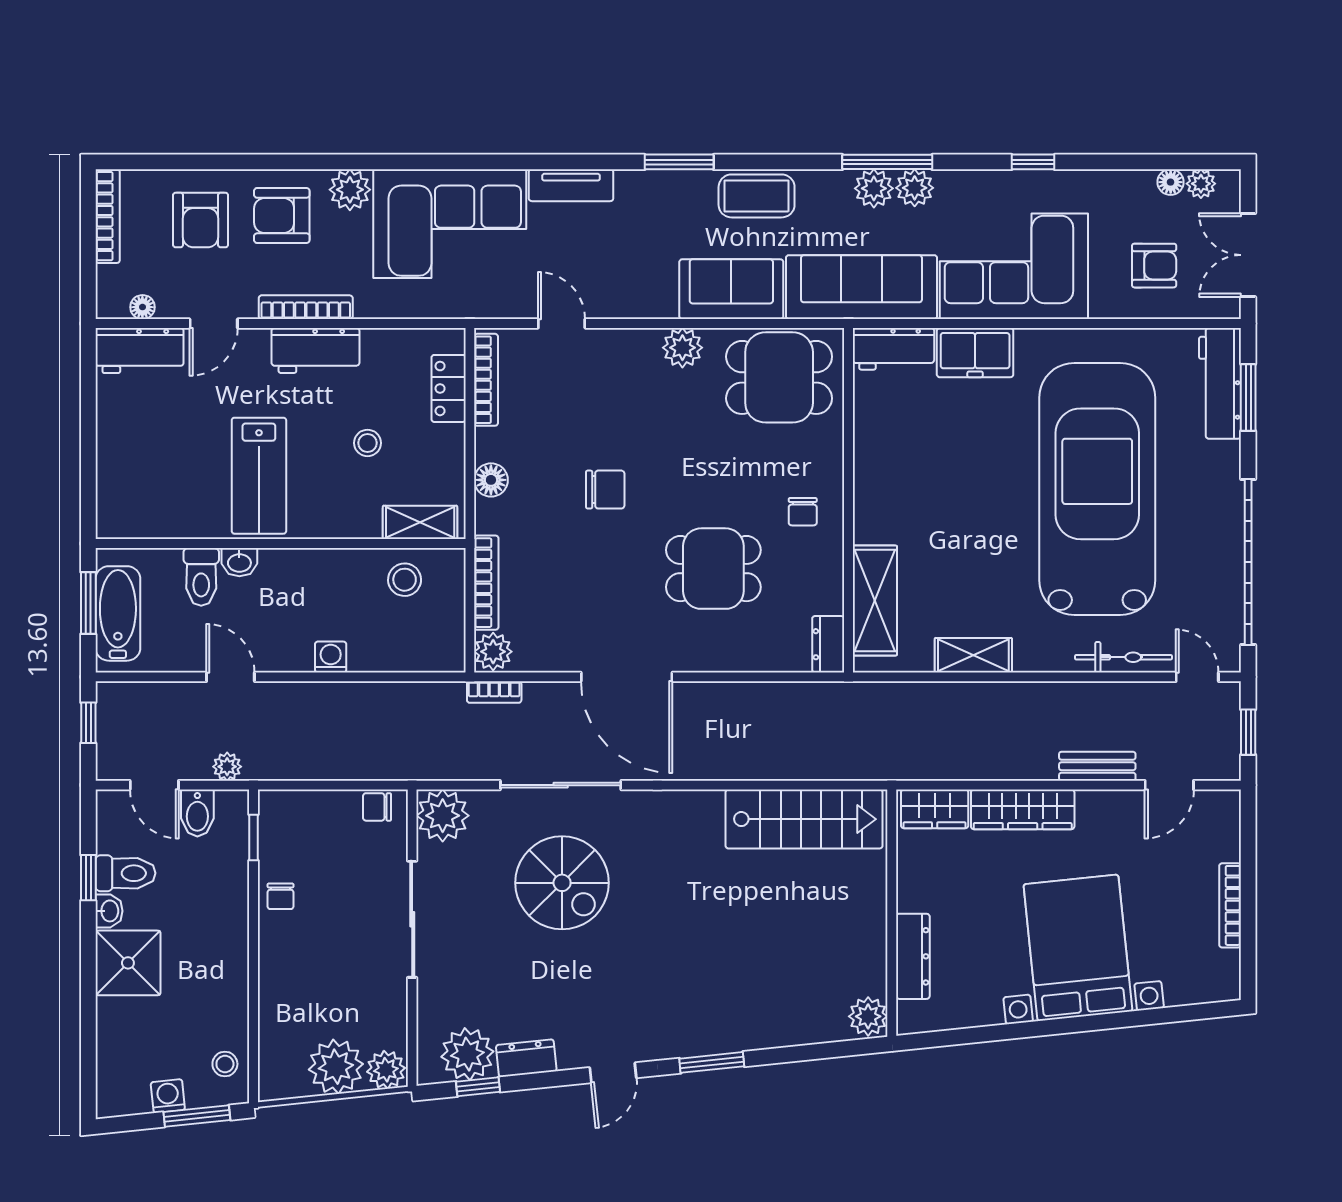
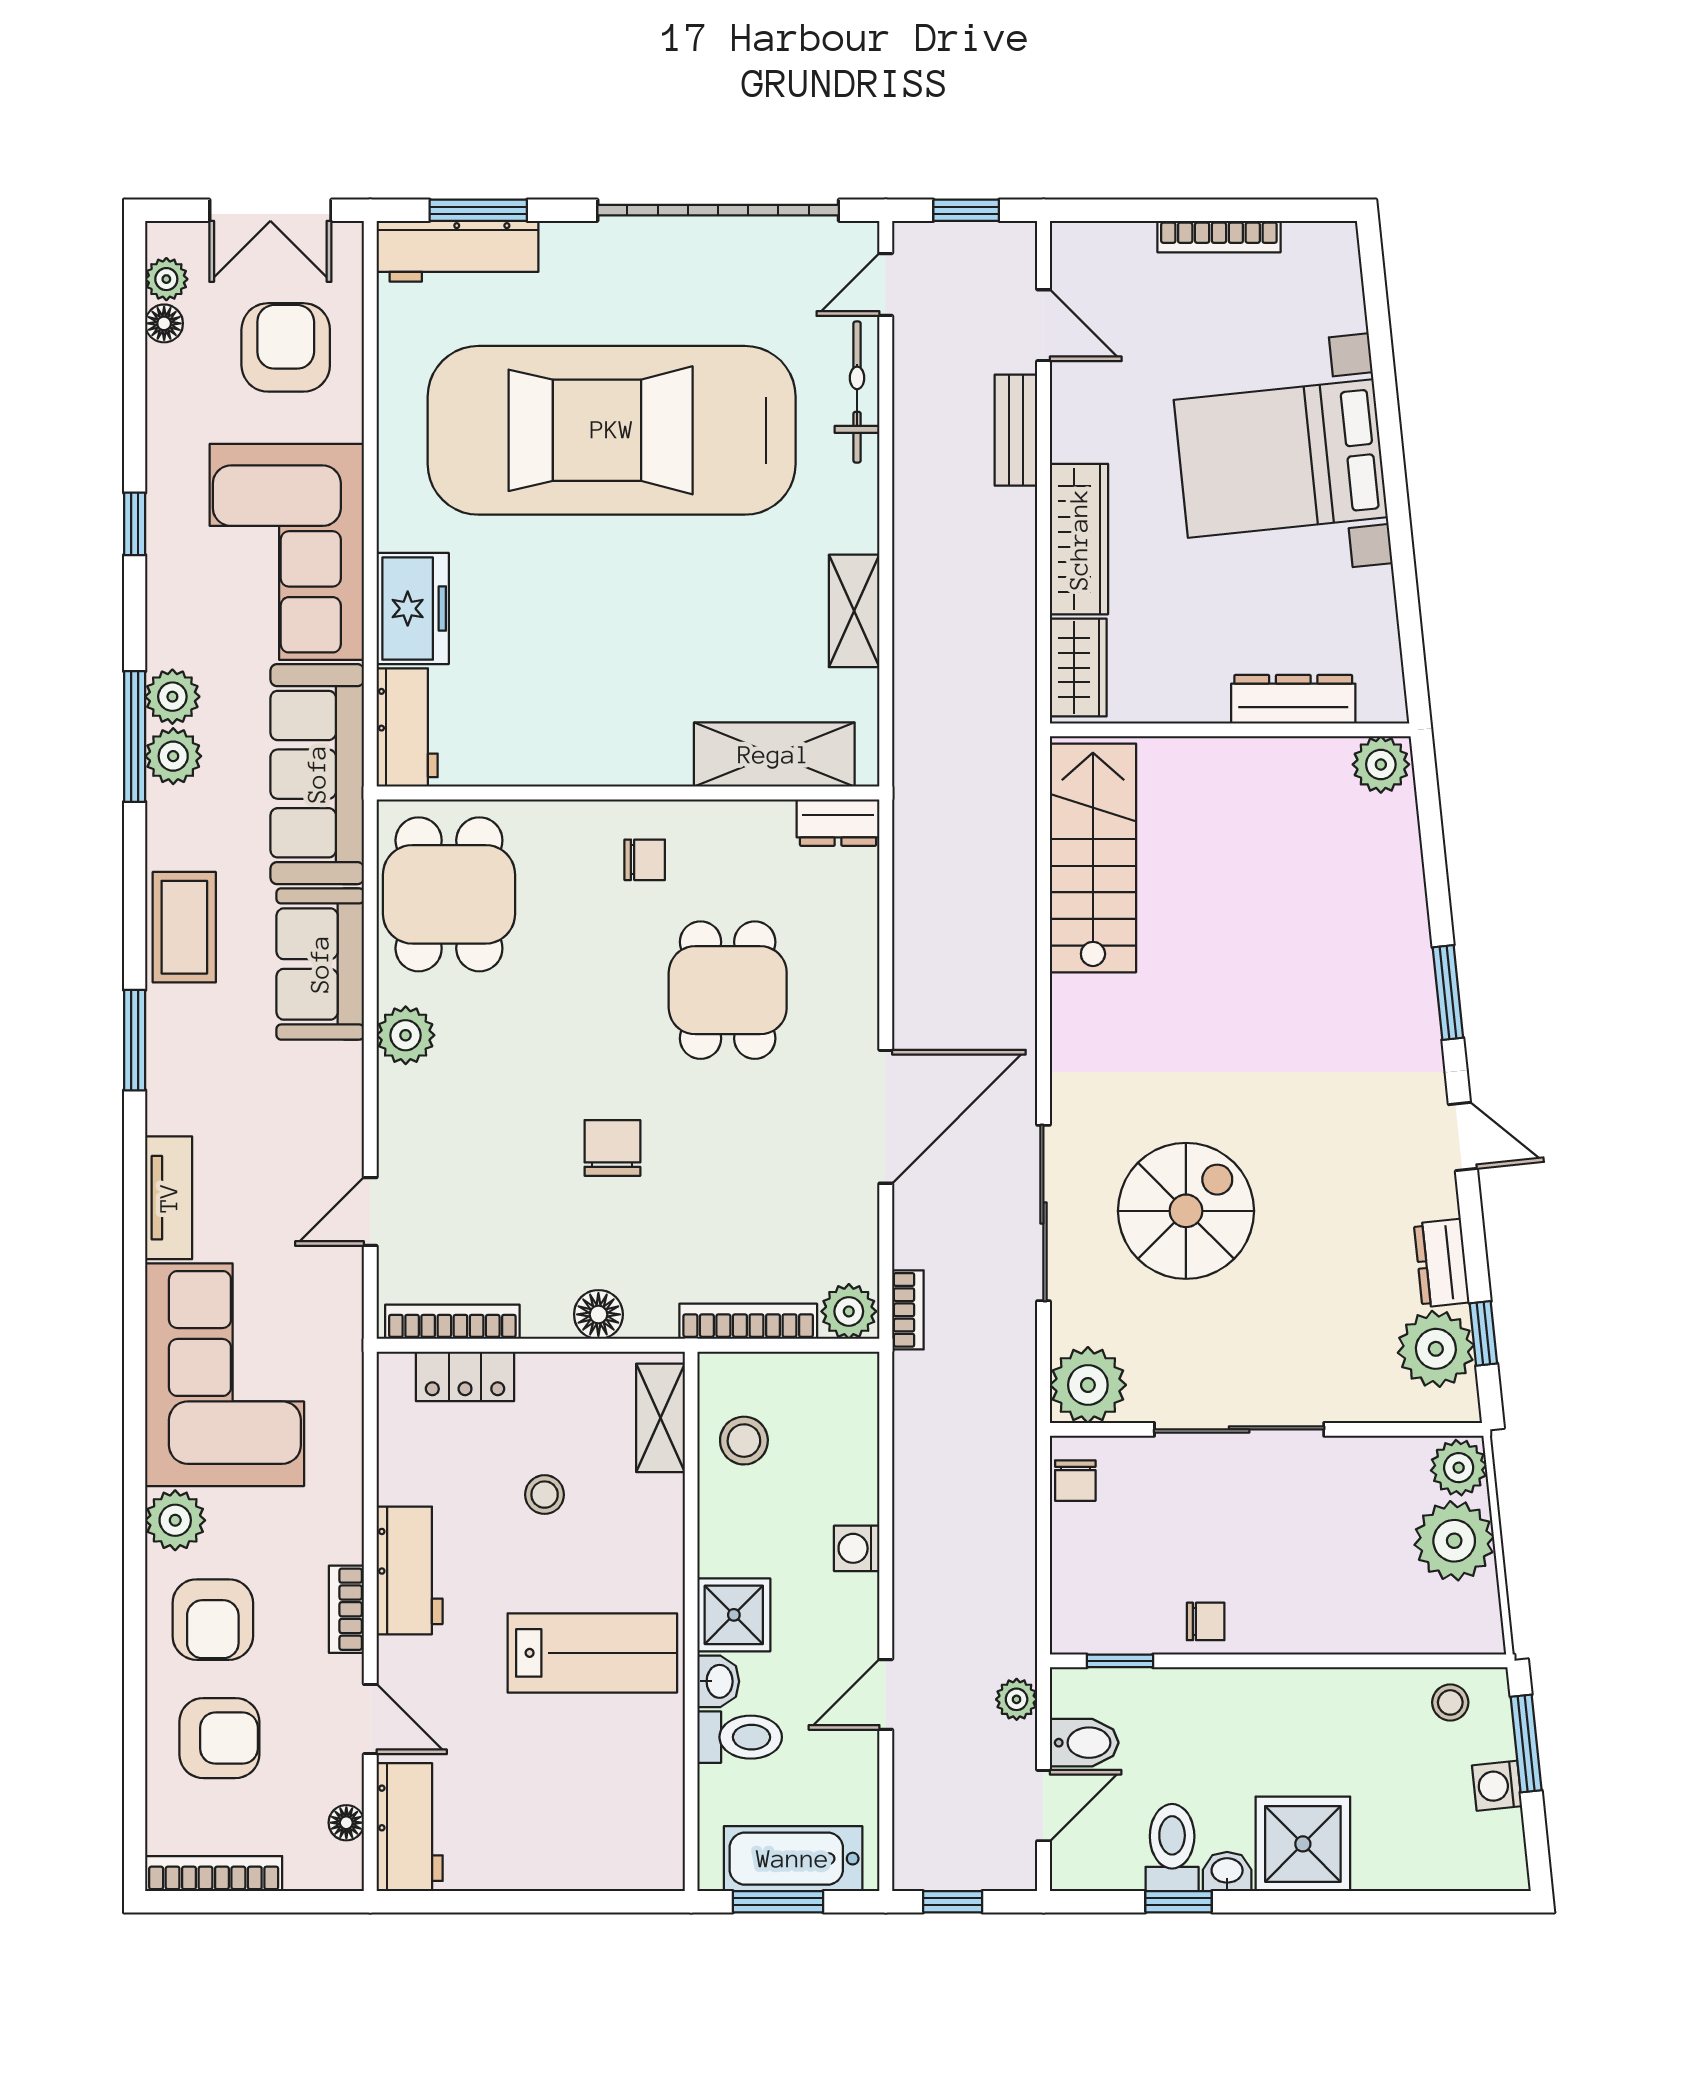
armchair: (1154, 266) -> (286, 347), width x1.38, depth x1.38
bookcase: (306, 307) -> (346, 1609), width x0.64
shower: (285, 573) -> (734, 1615), added

